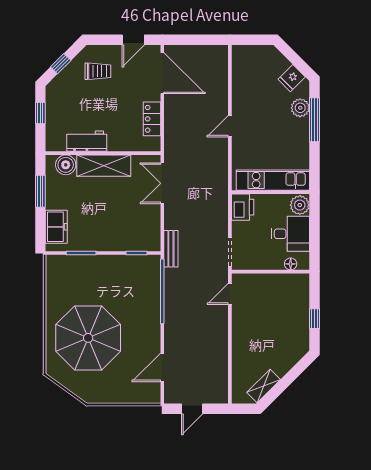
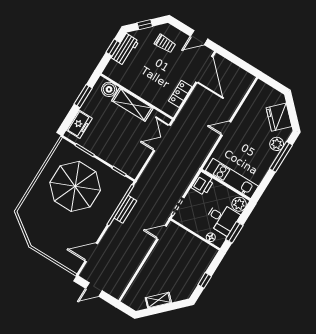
fridge: (292, 78) -> (279, 117), width x1.88, depth x1.34
workbench: (87, 141) -> (125, 50), moved, turned 90
window: (315, 241) -> (234, 232), added
bench: (171, 249) -> (125, 209), moved
parasol: (88, 338) -> (75, 186), moved
shelving: (264, 386) -> (158, 300), moved

